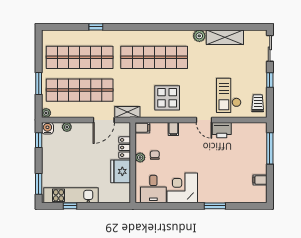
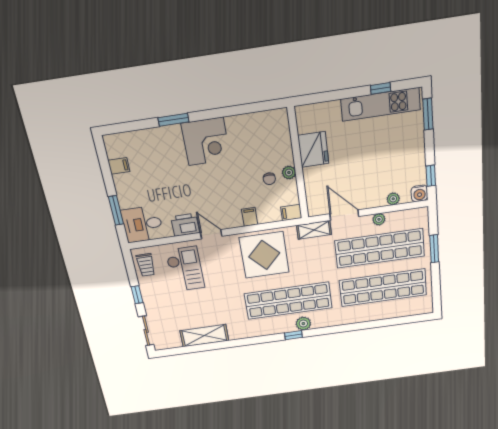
window: (96, 27) -> (293, 335), moved
plant: (199, 36) -> (303, 324), moved
display table: (167, 98) -> (264, 255), width x1.36, depth x1.36
plant: (46, 113) -> (379, 219), moved
door: (104, 120) -> (344, 215), hinge flipped
locker: (125, 148) -> (312, 183), removed
window: (270, 148) -> (116, 210), width x0.69
corner desk: (182, 188) -> (206, 142), moved
desk: (153, 189) -> (142, 224), moved, turned -90

